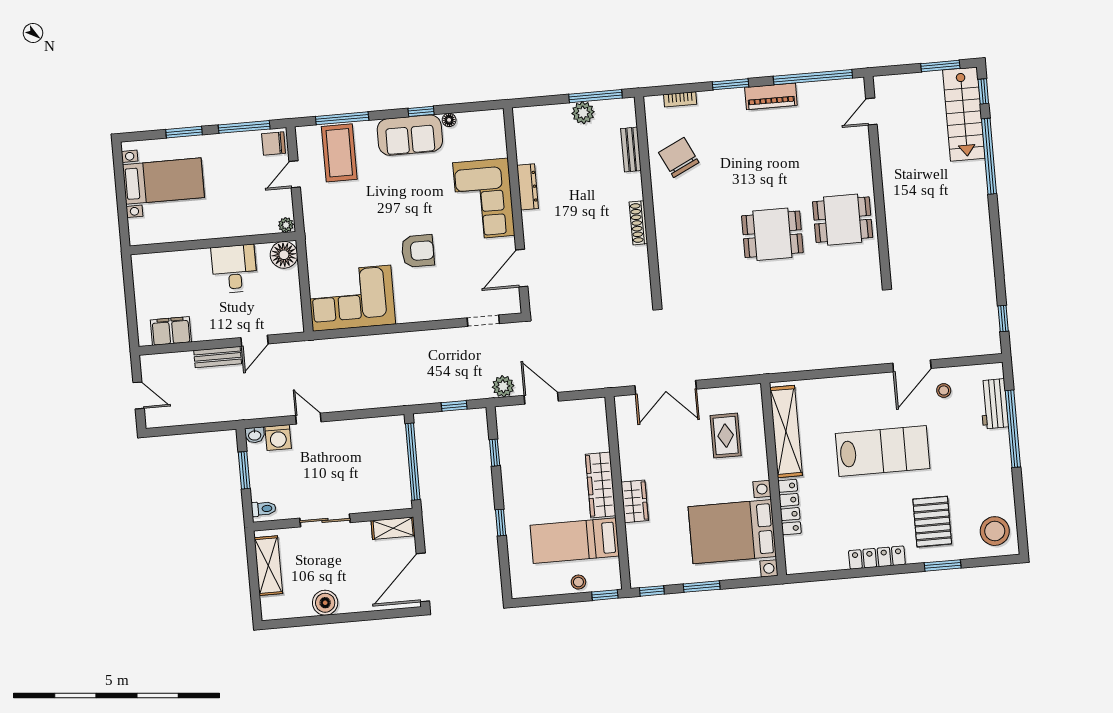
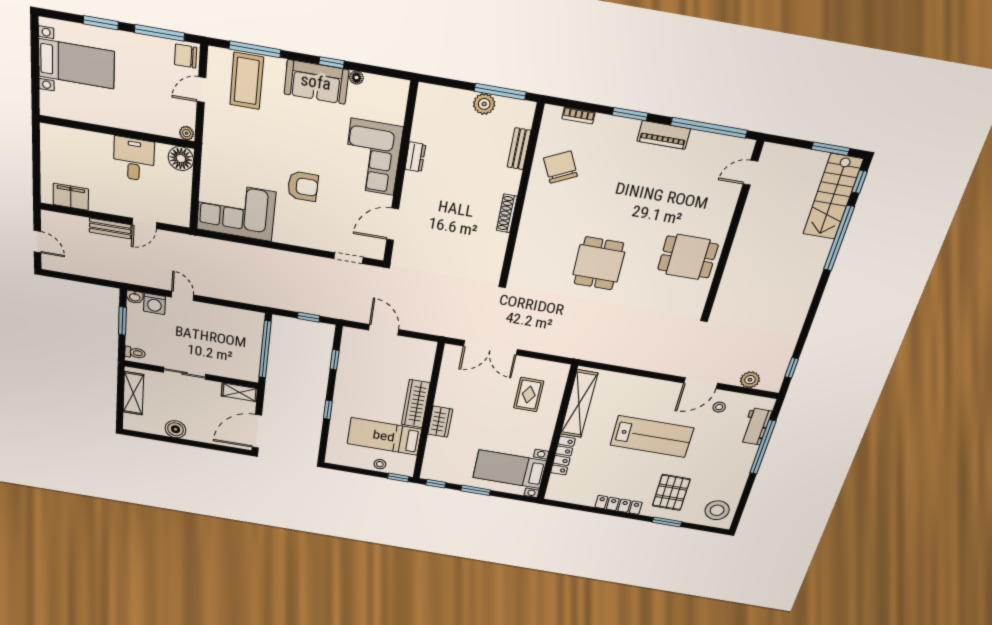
dresser: (528, 187) -> (415, 157), width x0.70
dining table: (772, 234) -> (599, 263), moved, turned 90
plant: (503, 386) -> (750, 380), moved
bed with nightstands: (732, 532) -> (509, 469), width x0.73

